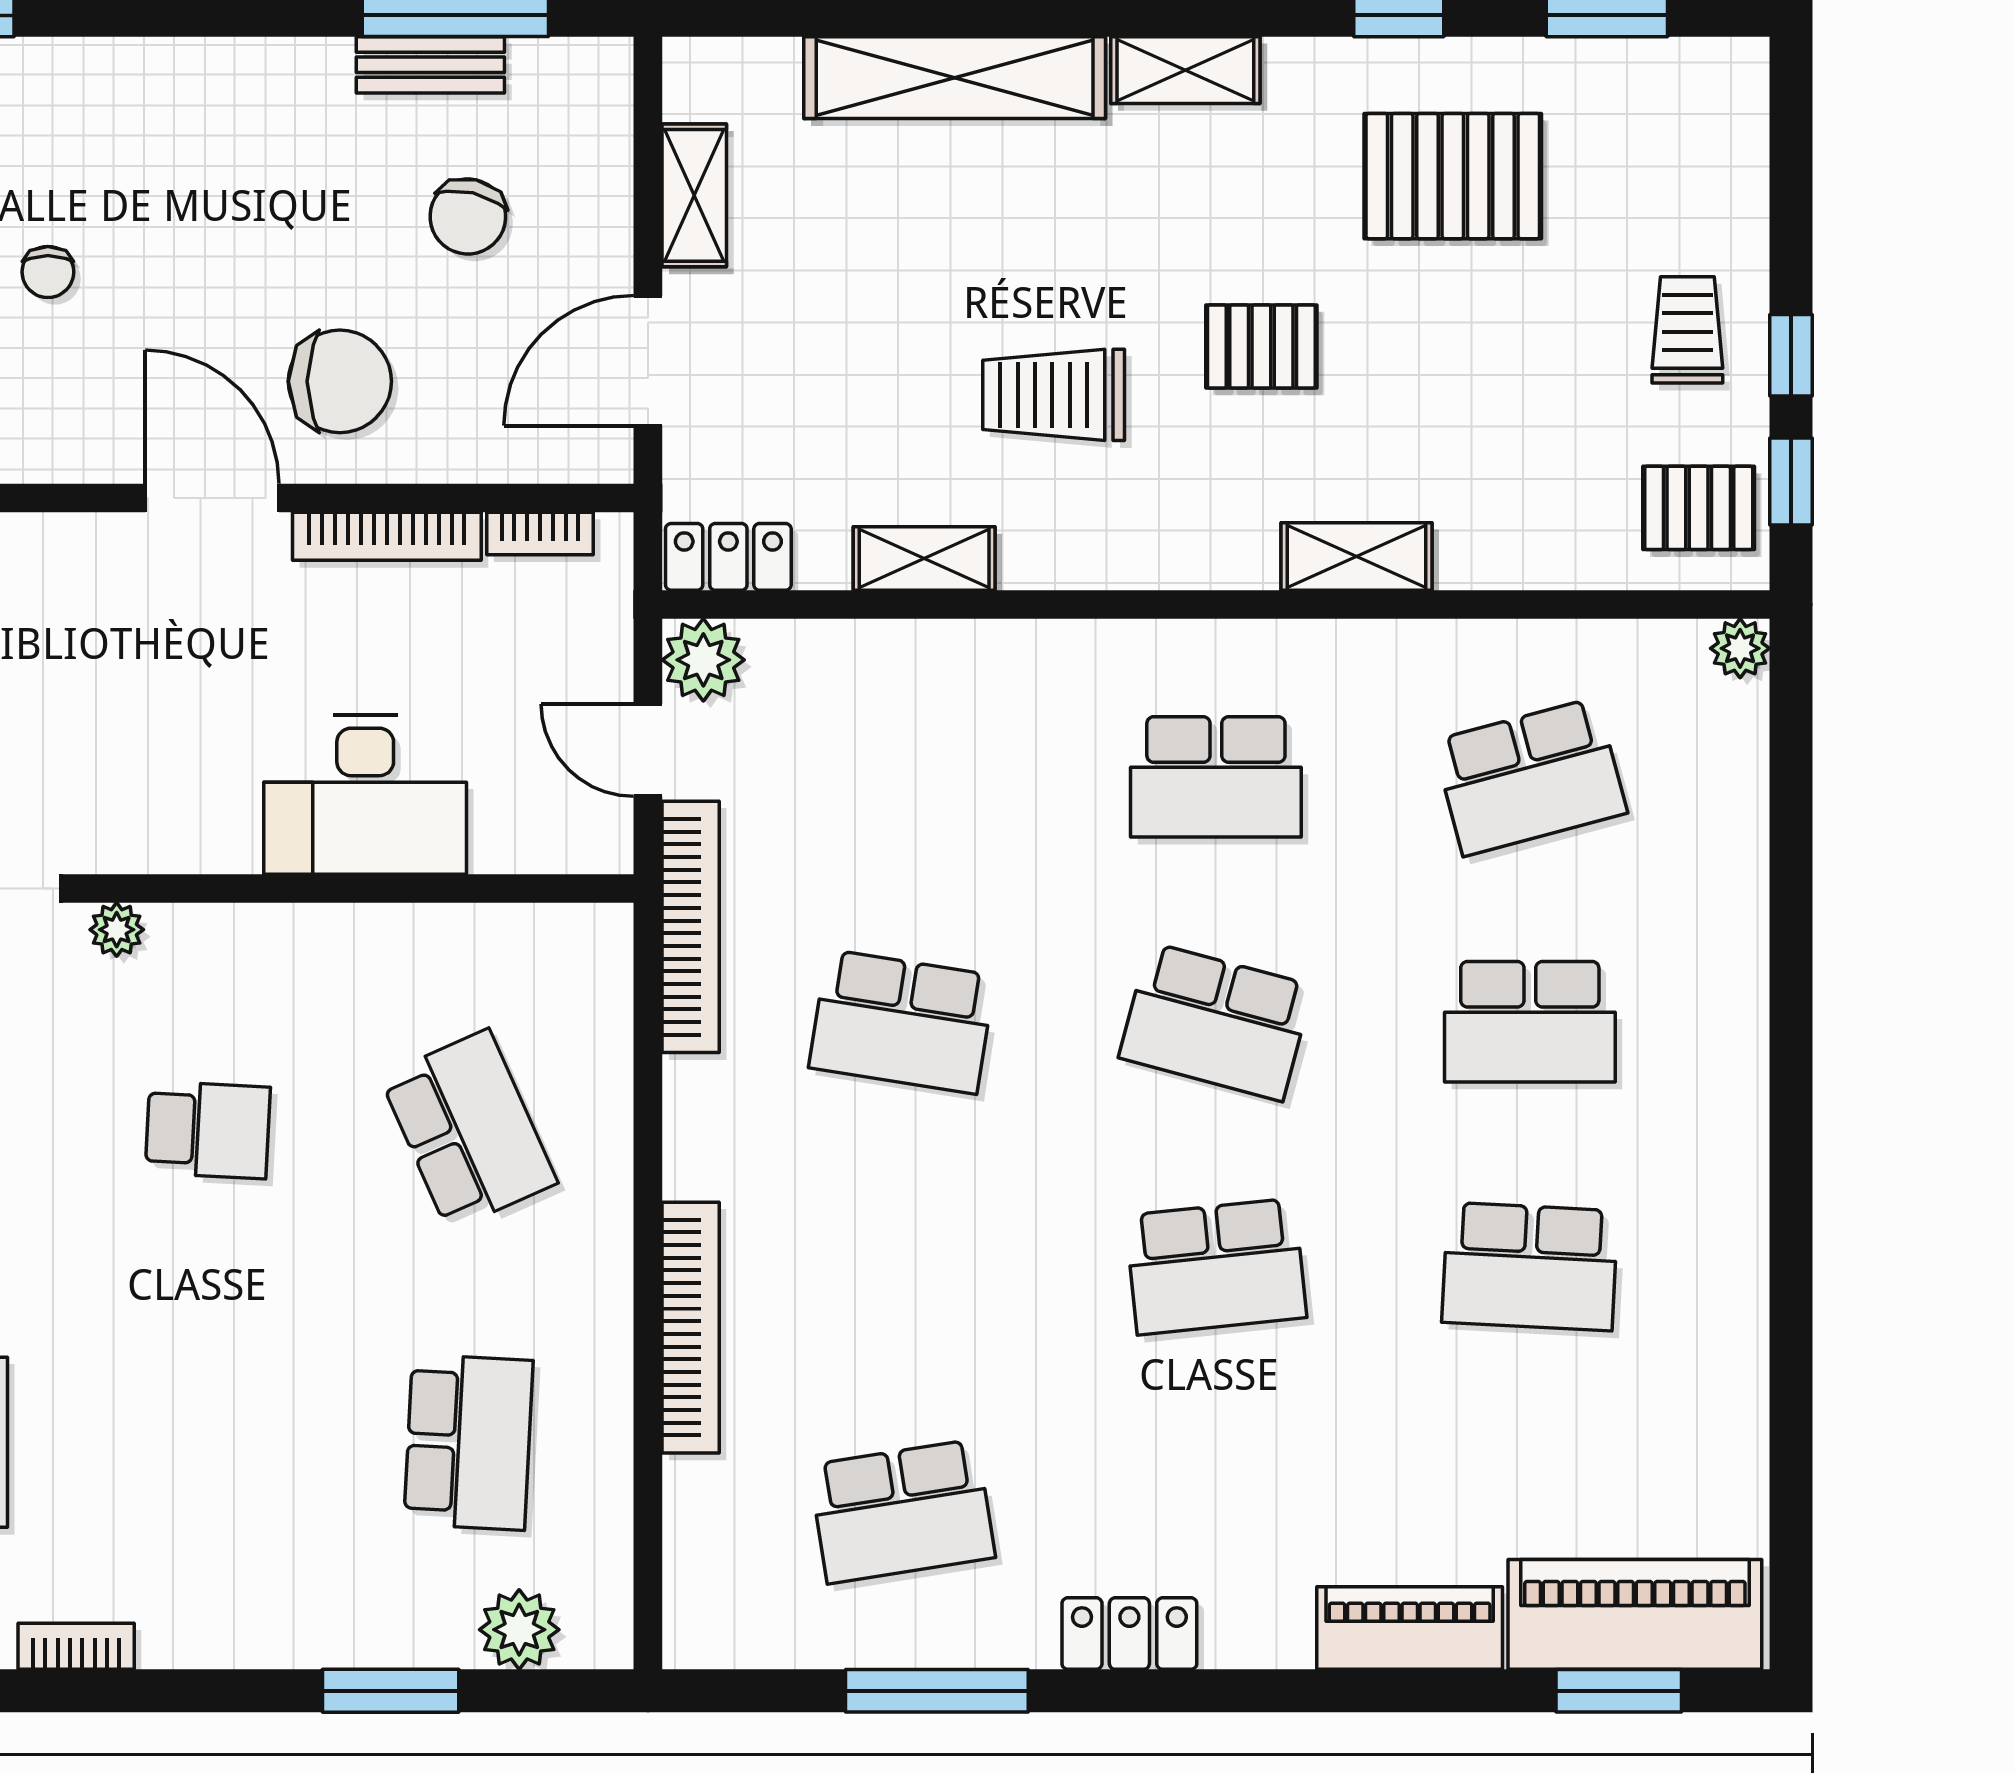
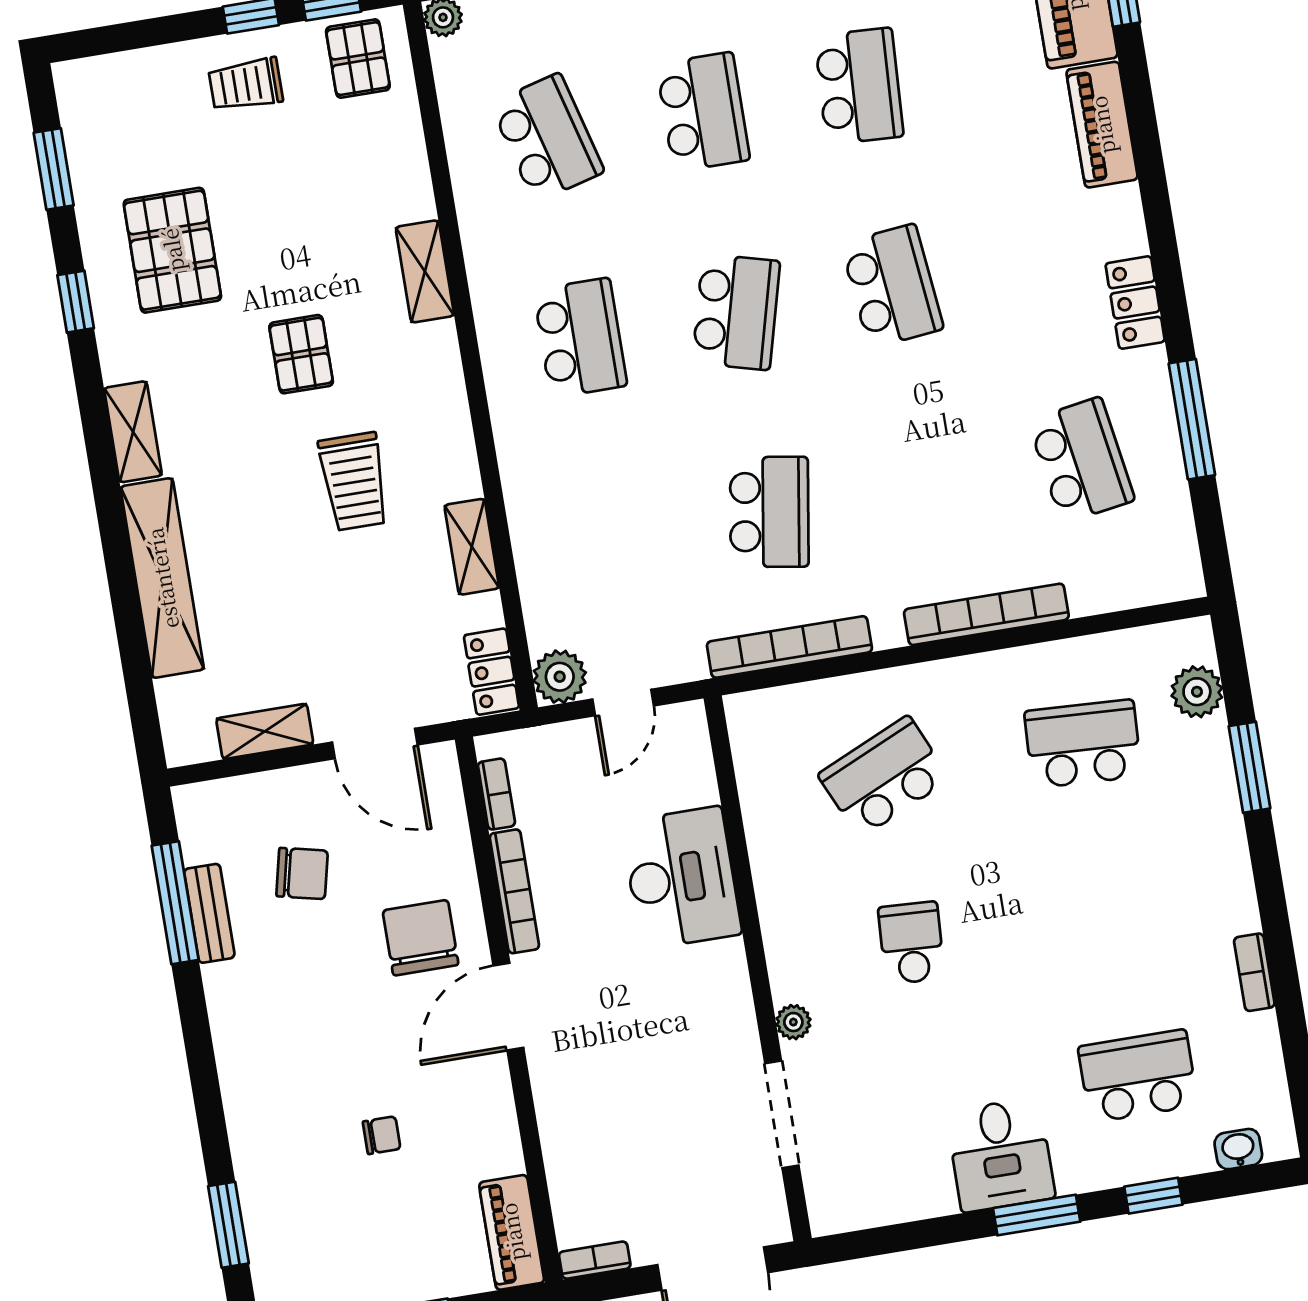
bookcase: (691, 927) -> (789, 647), moved

